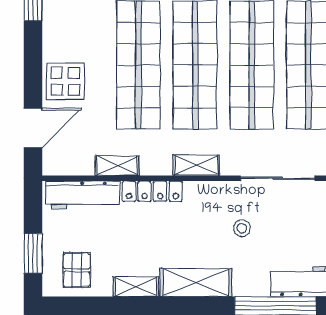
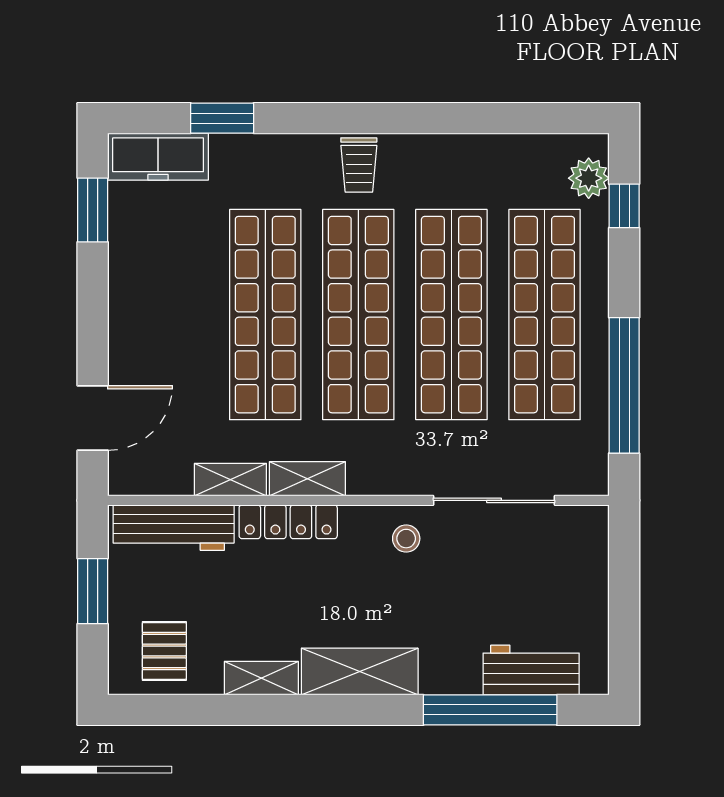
display table: (65, 81) -> (145, 341), removed
shelving: (196, 165) -> (307, 479), moved
stool: (242, 228) -> (406, 539), moved
window: (33, 253) -> (93, 591), moved

